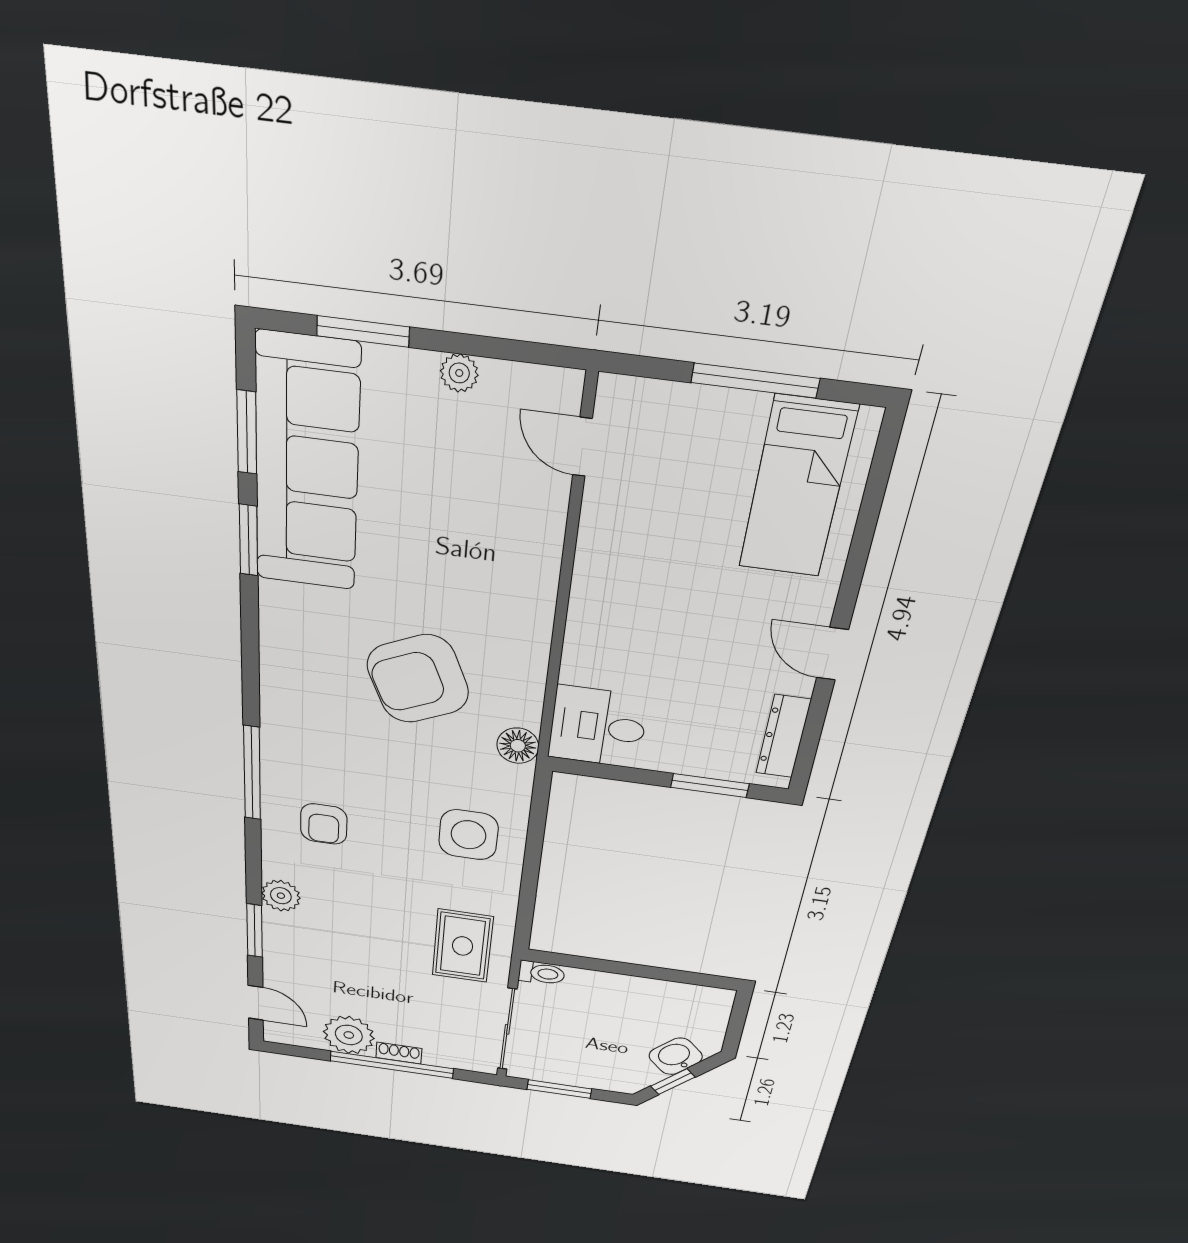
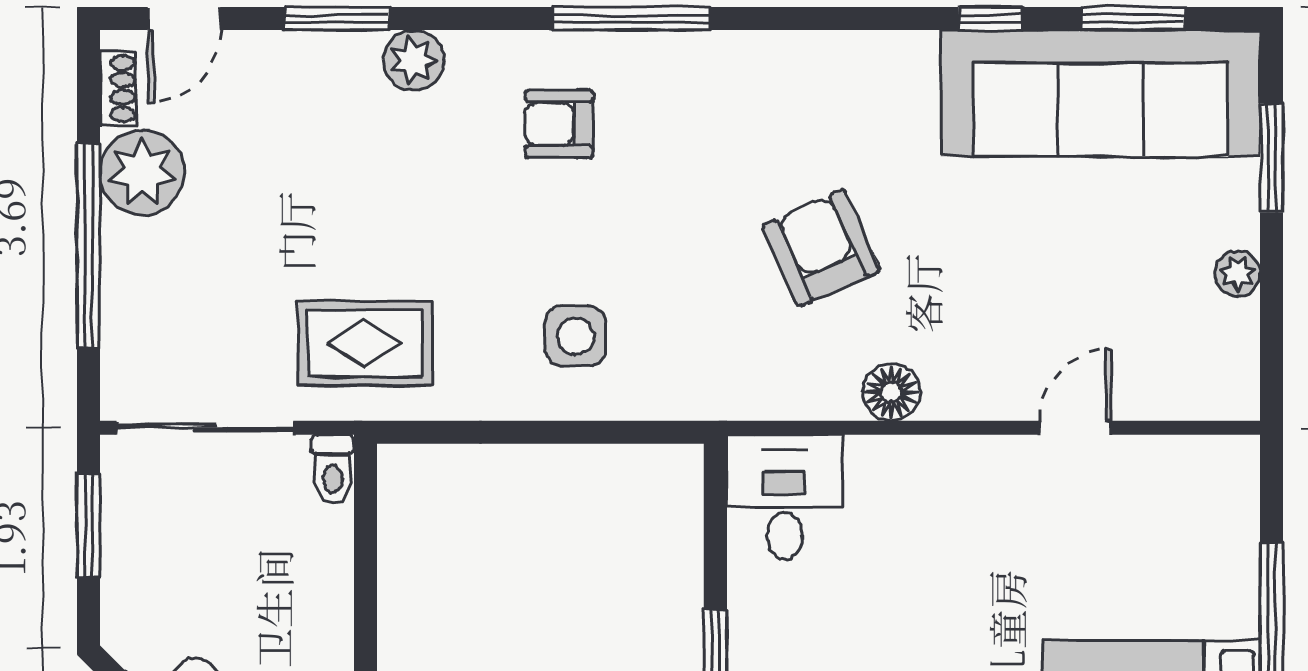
door: (582, 447) -> (1075, 428), moved
window: (249, 540) -> (991, 19), width x0.67
armchair: (418, 679) -> (821, 248), width x0.73, depth x0.73
floor lamp: (518, 746) -> (891, 392), moved
side table: (468, 835) -> (576, 336), width x0.73, depth x0.73
shoe rack: (399, 1053) -> (118, 89), moved

